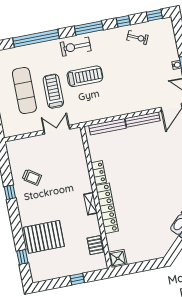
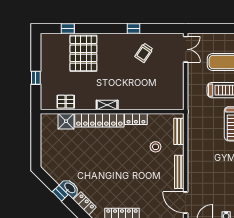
bench: (107, 127) -> (179, 131), width x0.73
double door: (57, 130) -> (186, 49), moved
stool: (122, 148) -> (156, 147), added
shower: (118, 258) -> (66, 121), moved

